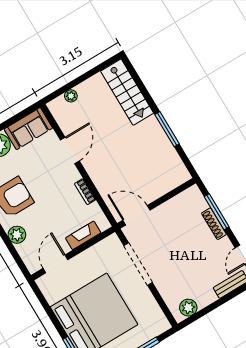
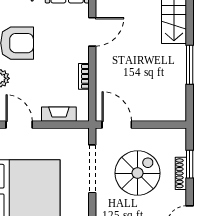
window: (217, 212) -> (190, 164), width x0.69
spiral stairs: (178, 245) -> (138, 173), added
door: (55, 264) -> (19, 125), hinge flipped

